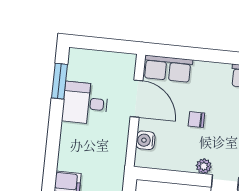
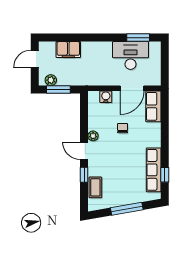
desk: (85, 103) -> (131, 56), width x1.37

